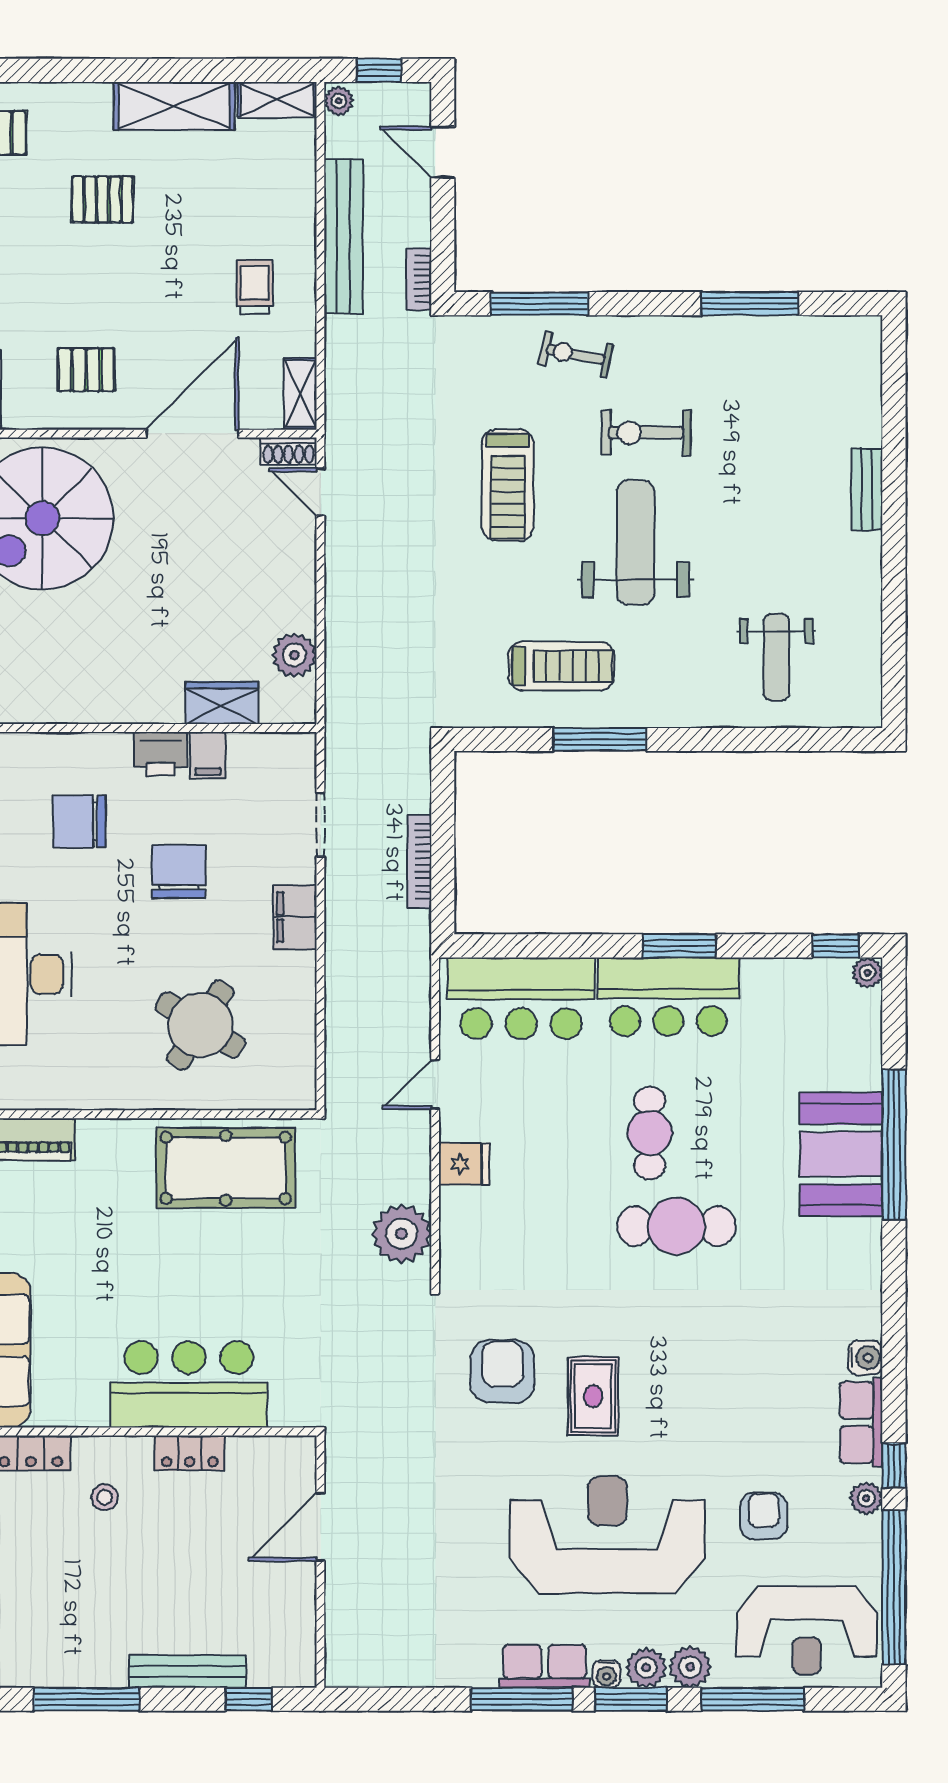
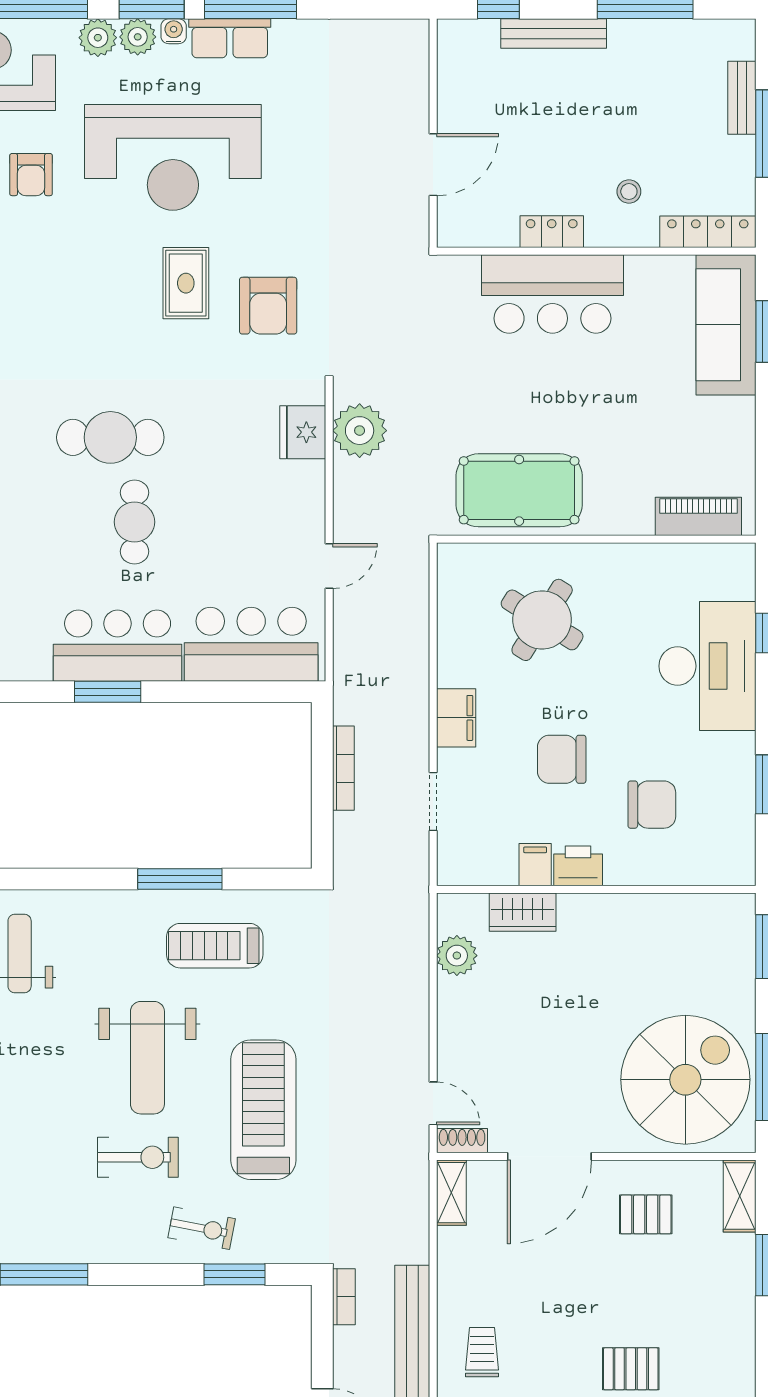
trolley: (255, 287) -> (482, 1352), moved, turned 180
window: (539, 304) -> (235, 1274), width x0.69
treadmill: (508, 485) -> (263, 1110), width x1.37, depth x1.37
chair: (179, 871) -> (562, 759), turned 90
fridge: (464, 1164) -> (303, 432), moved, width x1.38

